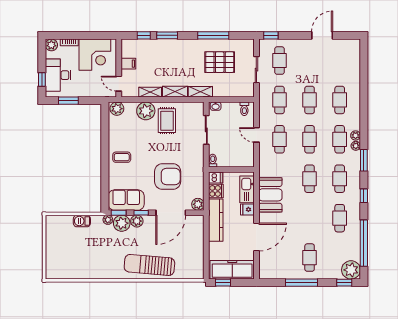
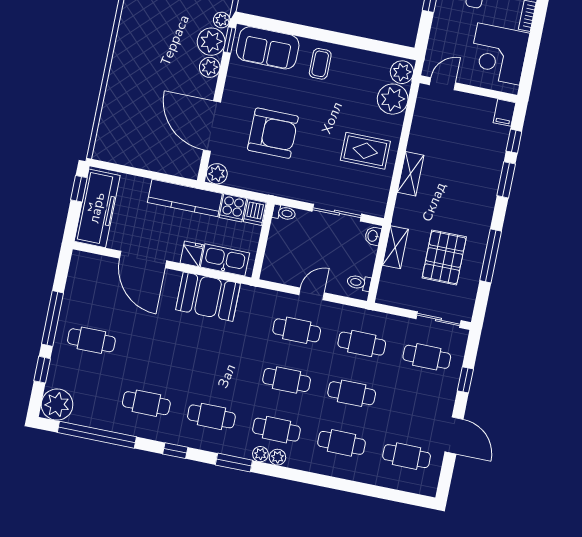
window: (271, 35) -> (465, 380), moved
filing cabinet: (128, 64) -> (504, 113), moved
sliding door: (256, 70) -> (438, 320), moved
shelving: (150, 92) -> (418, 133), removed
shelving: (200, 92) -> (395, 247), moved
plant: (146, 111) -> (393, 99), moved
armchair: (168, 176) -> (273, 133), turned -90
cafe table: (310, 179) -> (407, 456), moved
sofa: (126, 200) -> (268, 48), moved, turned 90
window: (141, 213) -> (222, 77), removed
sun lounger: (149, 265) -> (133, 73), removed
window: (344, 283) -> (42, 370), moved

